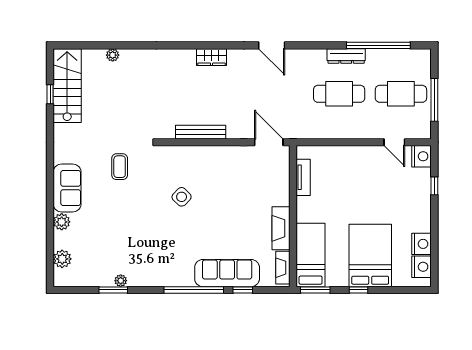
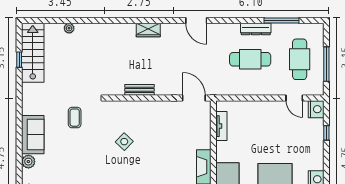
window: (378, 45) -> (282, 21), width x0.68
cafe table: (401, 94) -> (300, 59), turned 90
bench: (201, 132) -> (139, 90), width x0.73

